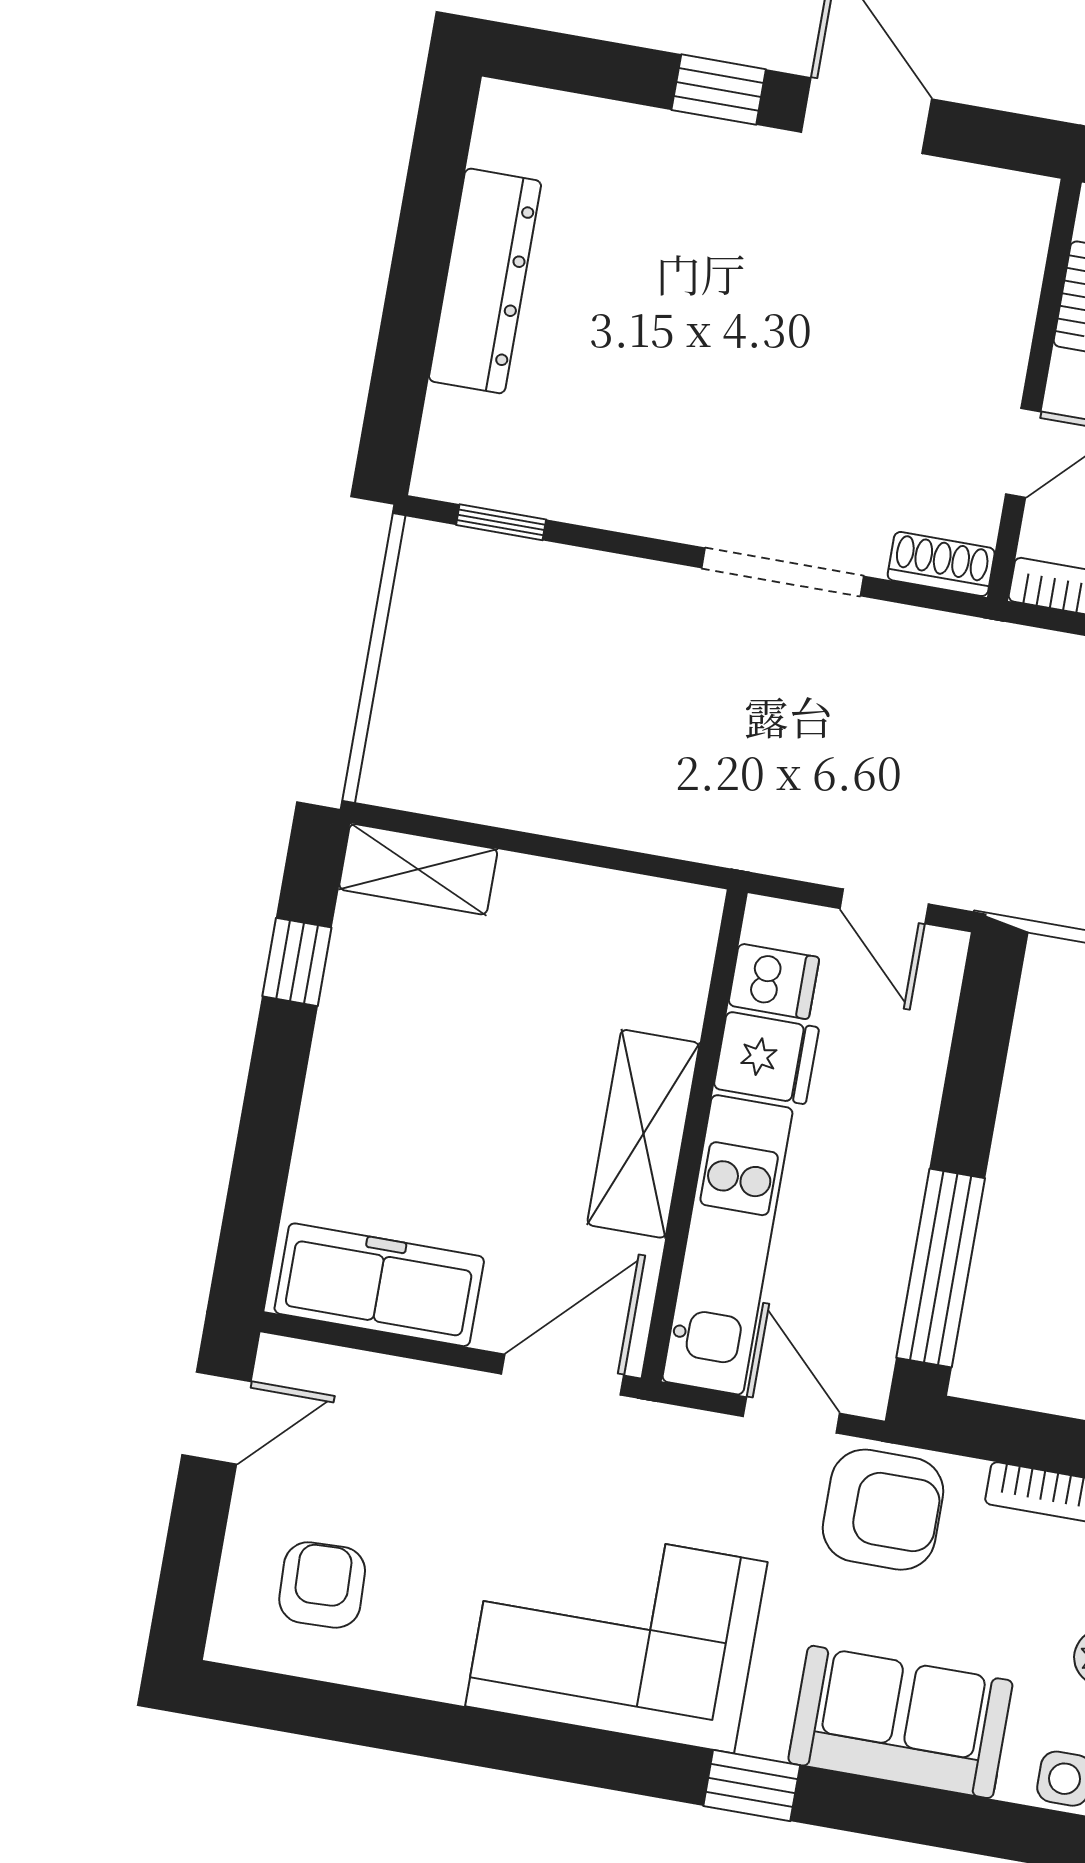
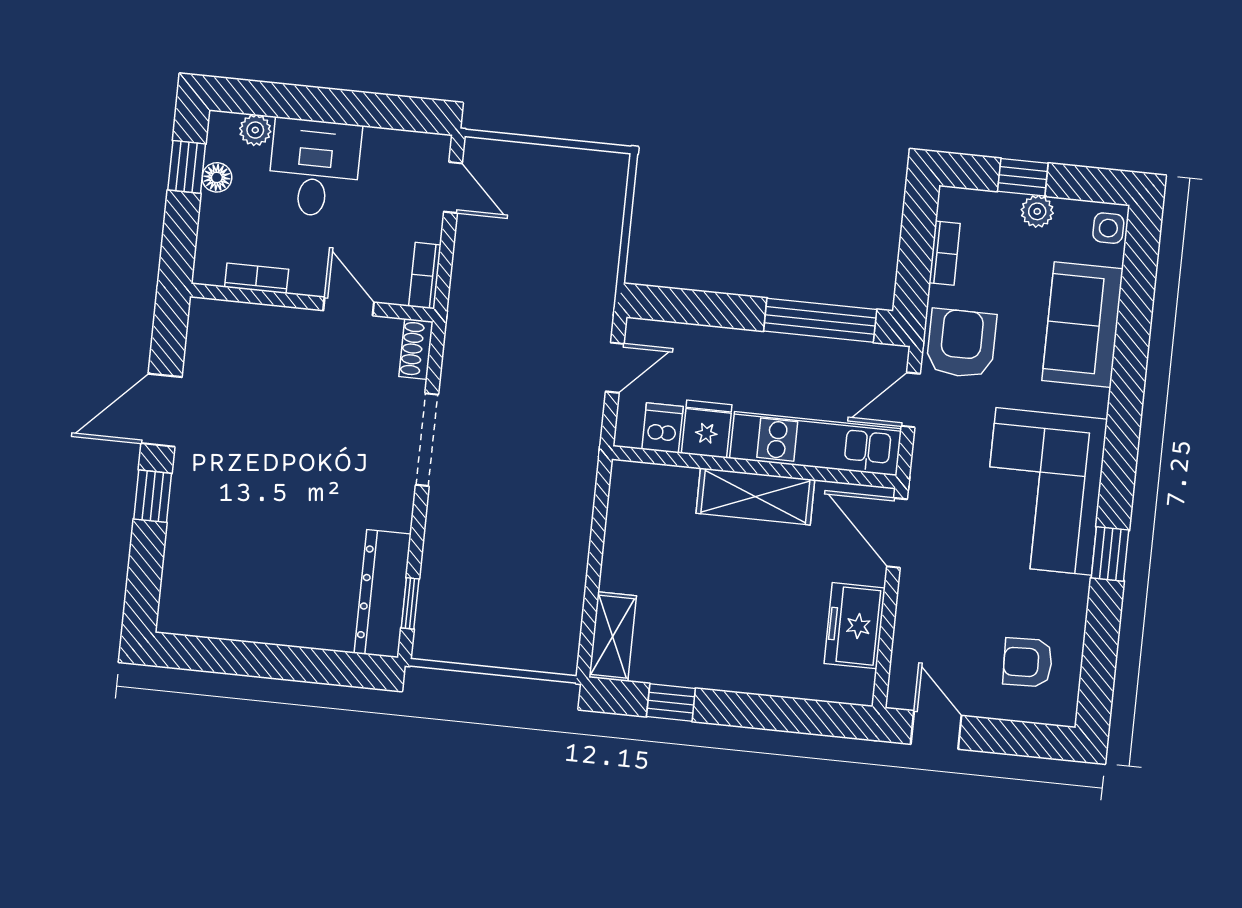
dresser: (485, 281) -> (383, 594), moved, turned -90
freezer: (379, 1285) -> (855, 626), width x0.71
window: (752, 1786) -> (1110, 554), moved

